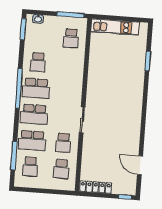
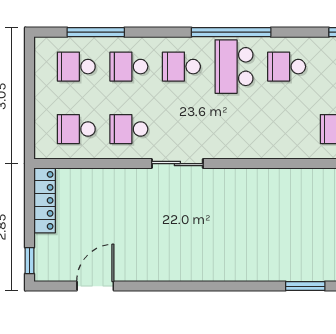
school desk: (34, 114) -> (181, 67), width x0.54
school desk: (32, 140) -> (129, 67), width x0.54

